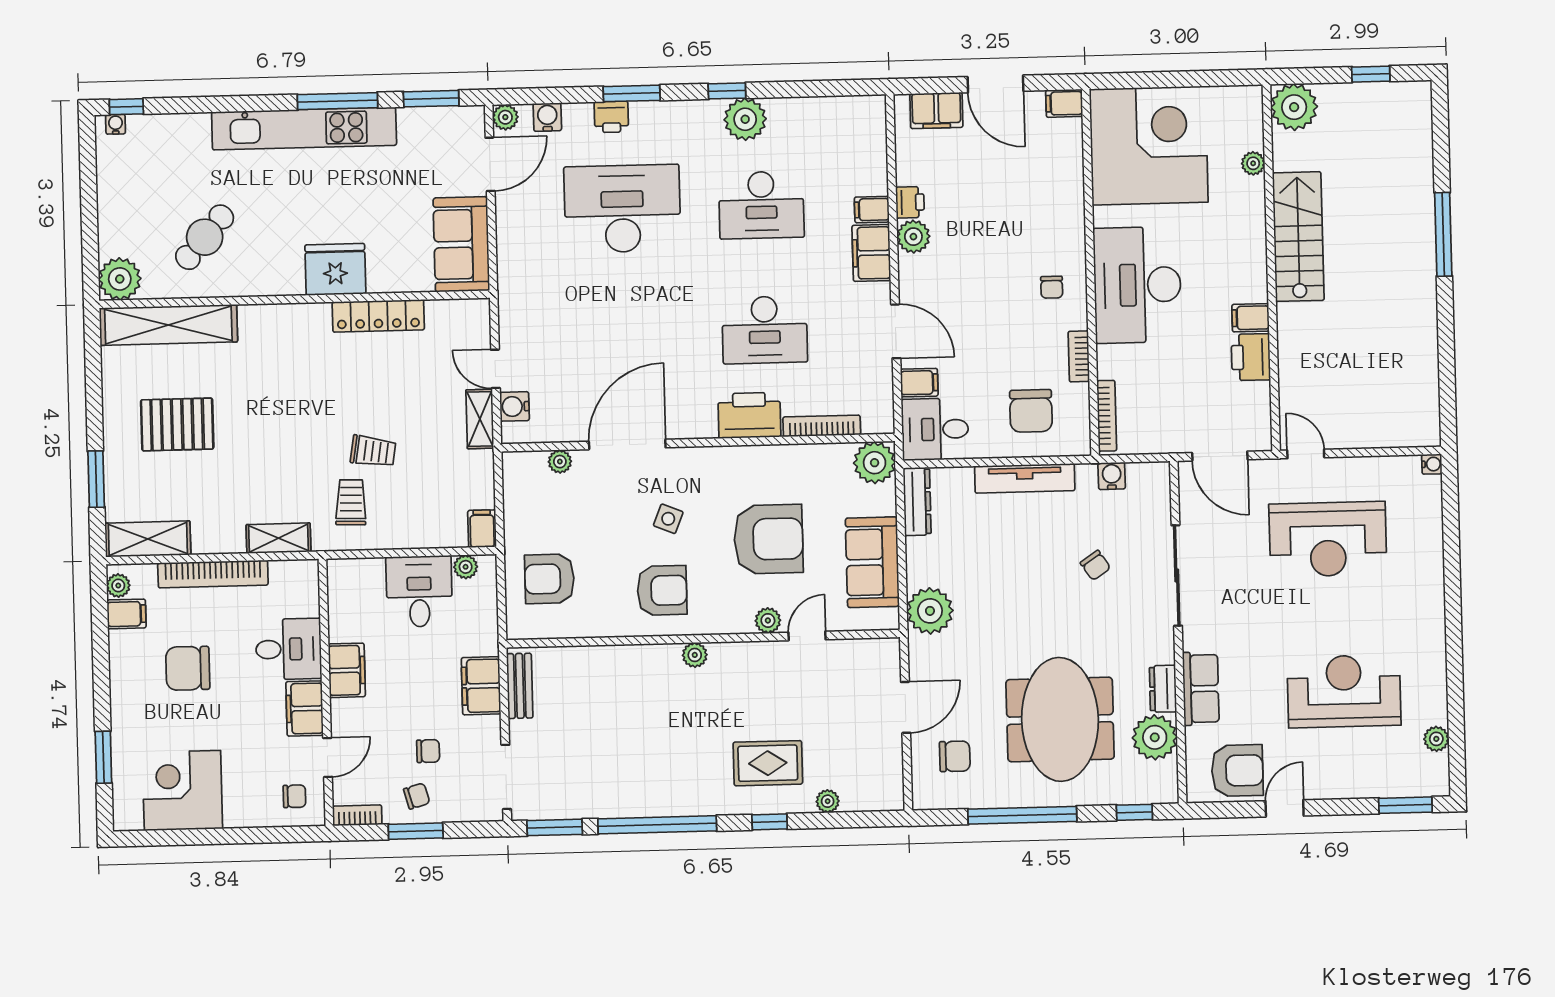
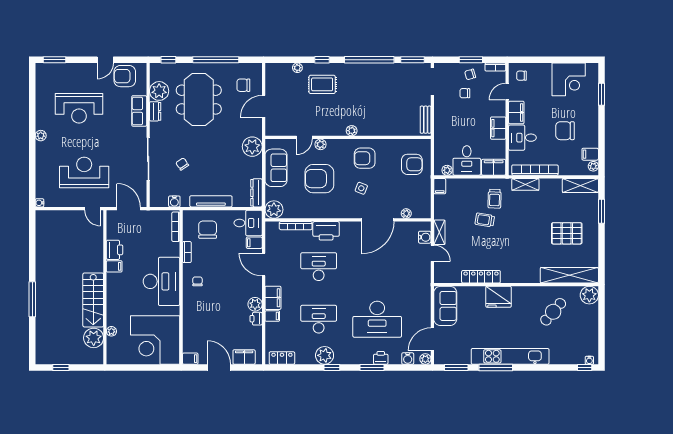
plant: (1294, 107) -> (94, 338), moved
locker: (846, 111) -> (282, 358), added
bookcase: (213, 574) -> (535, 170), moved
chair: (188, 668) -> (565, 131), turned 180
filing cabinet: (481, 686) -> (494, 167), moved, turned -90
plant: (1436, 739) -> (41, 136), moved

